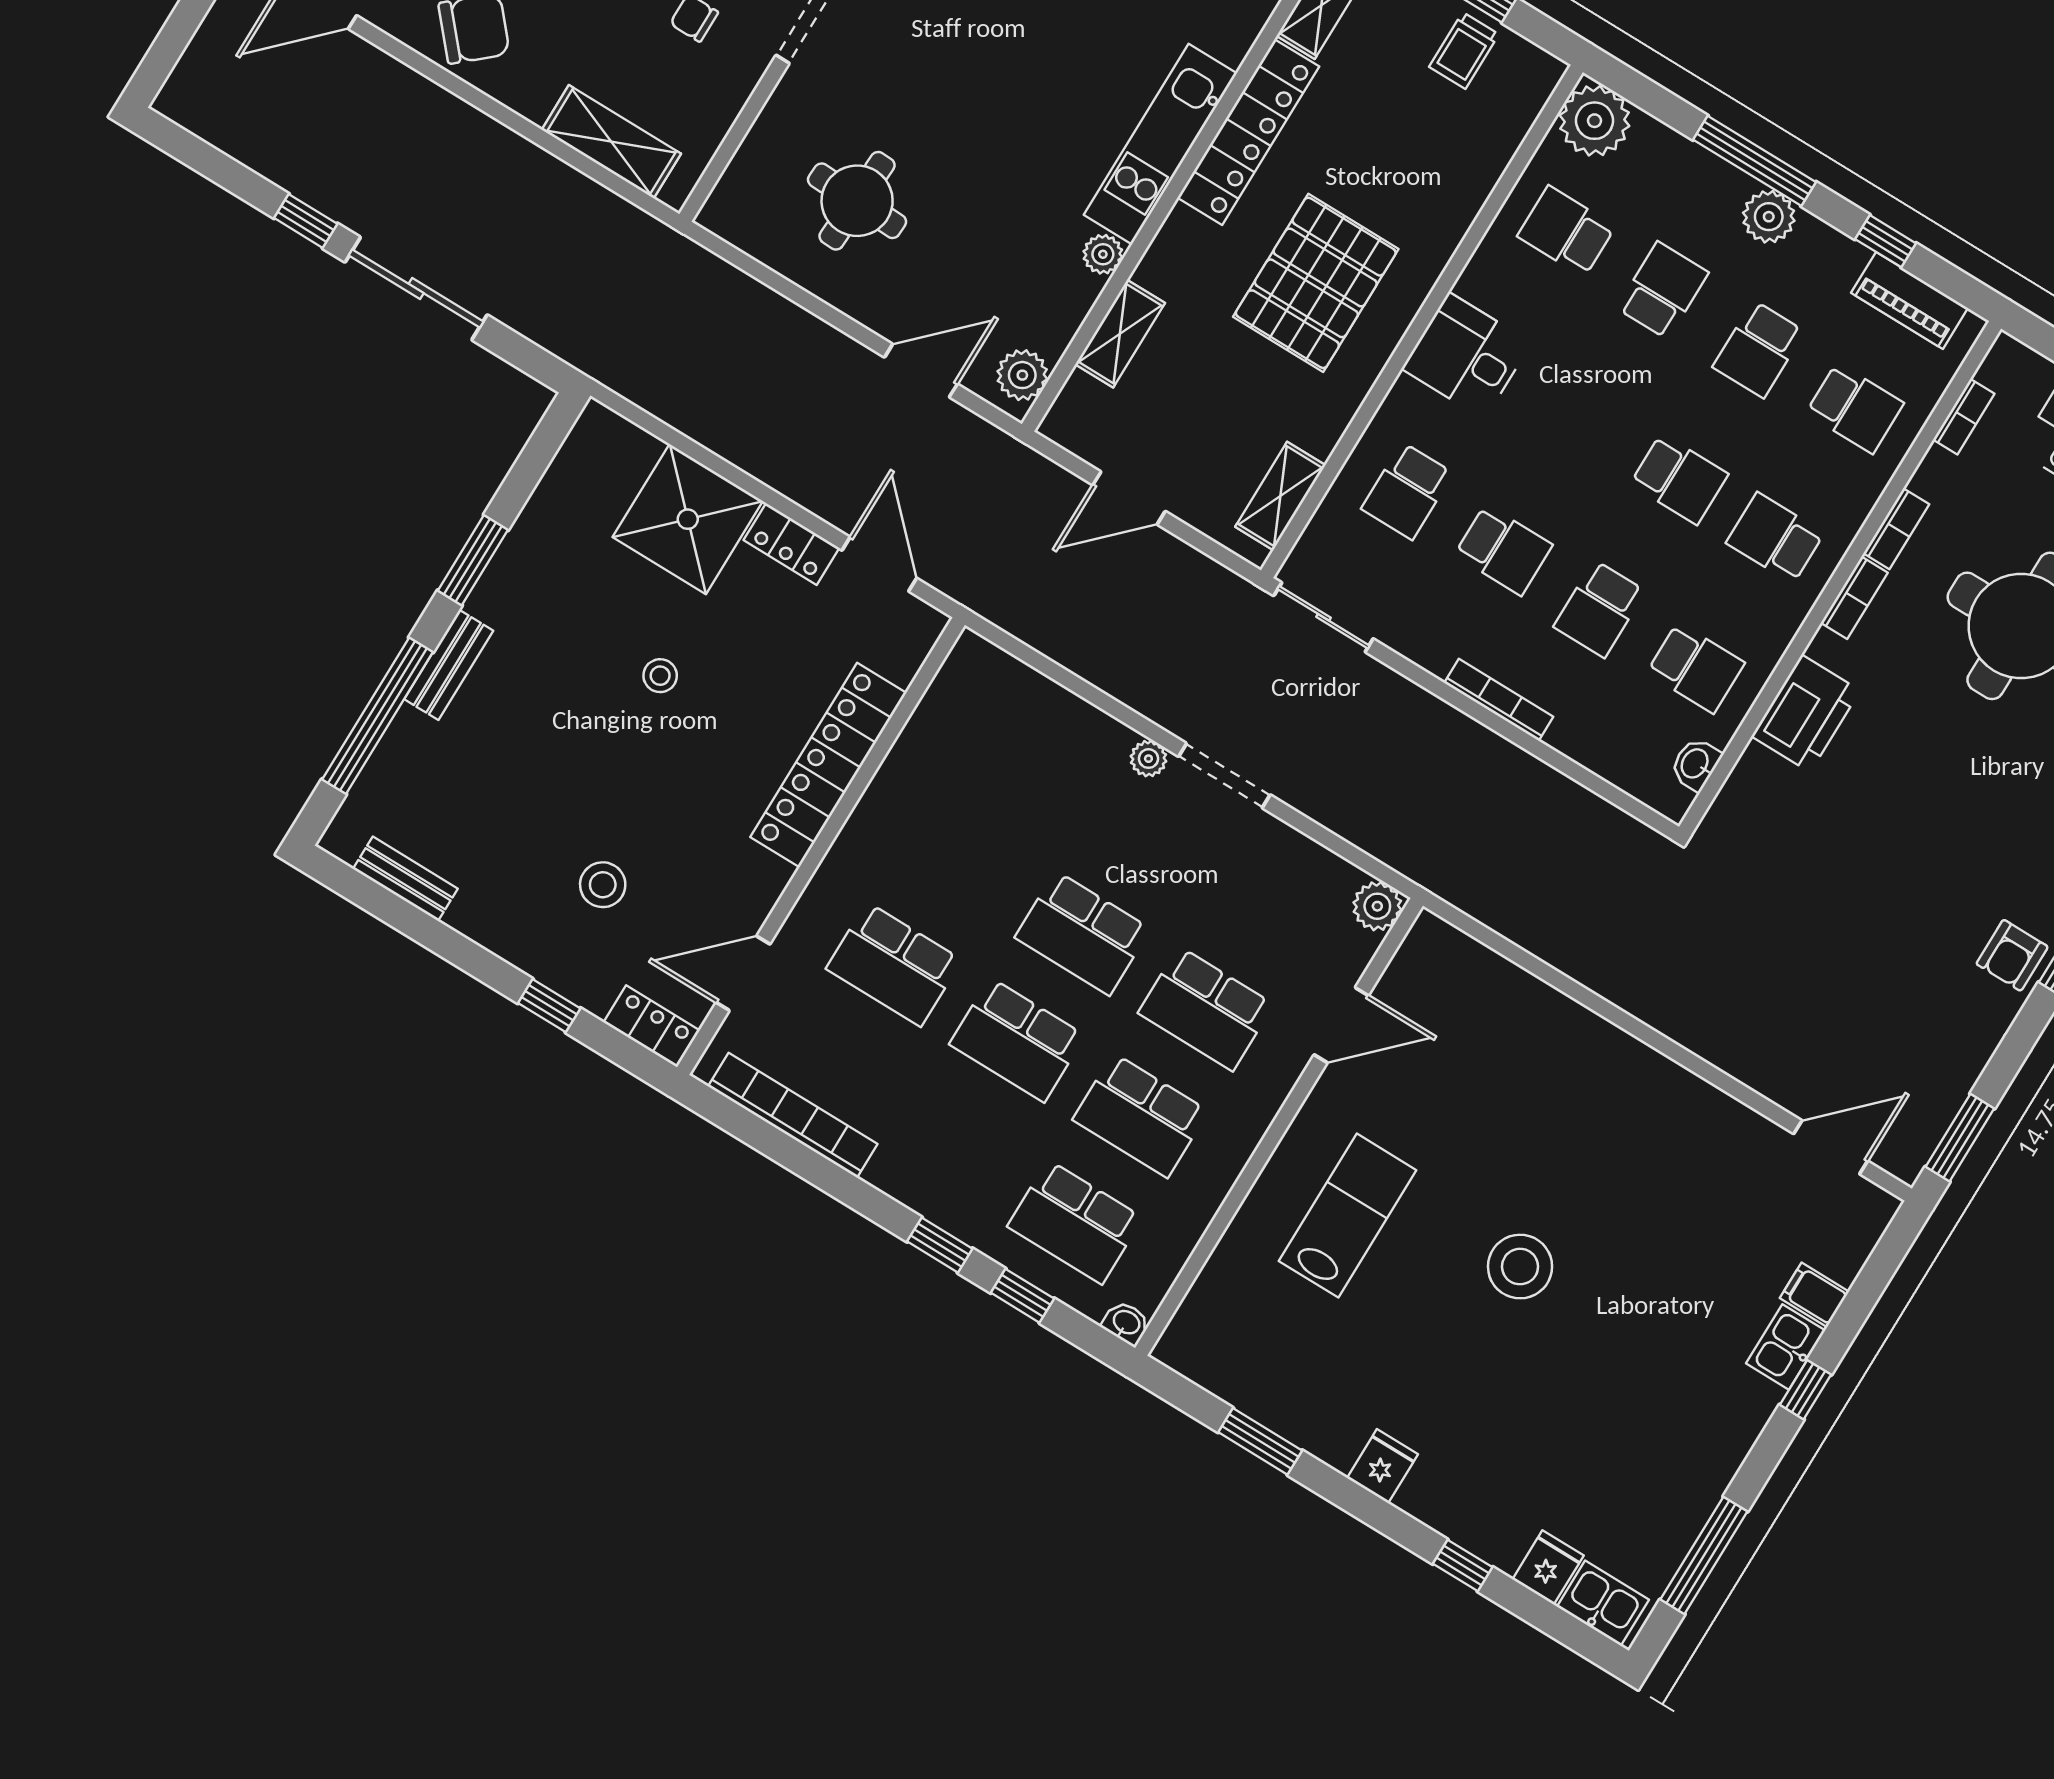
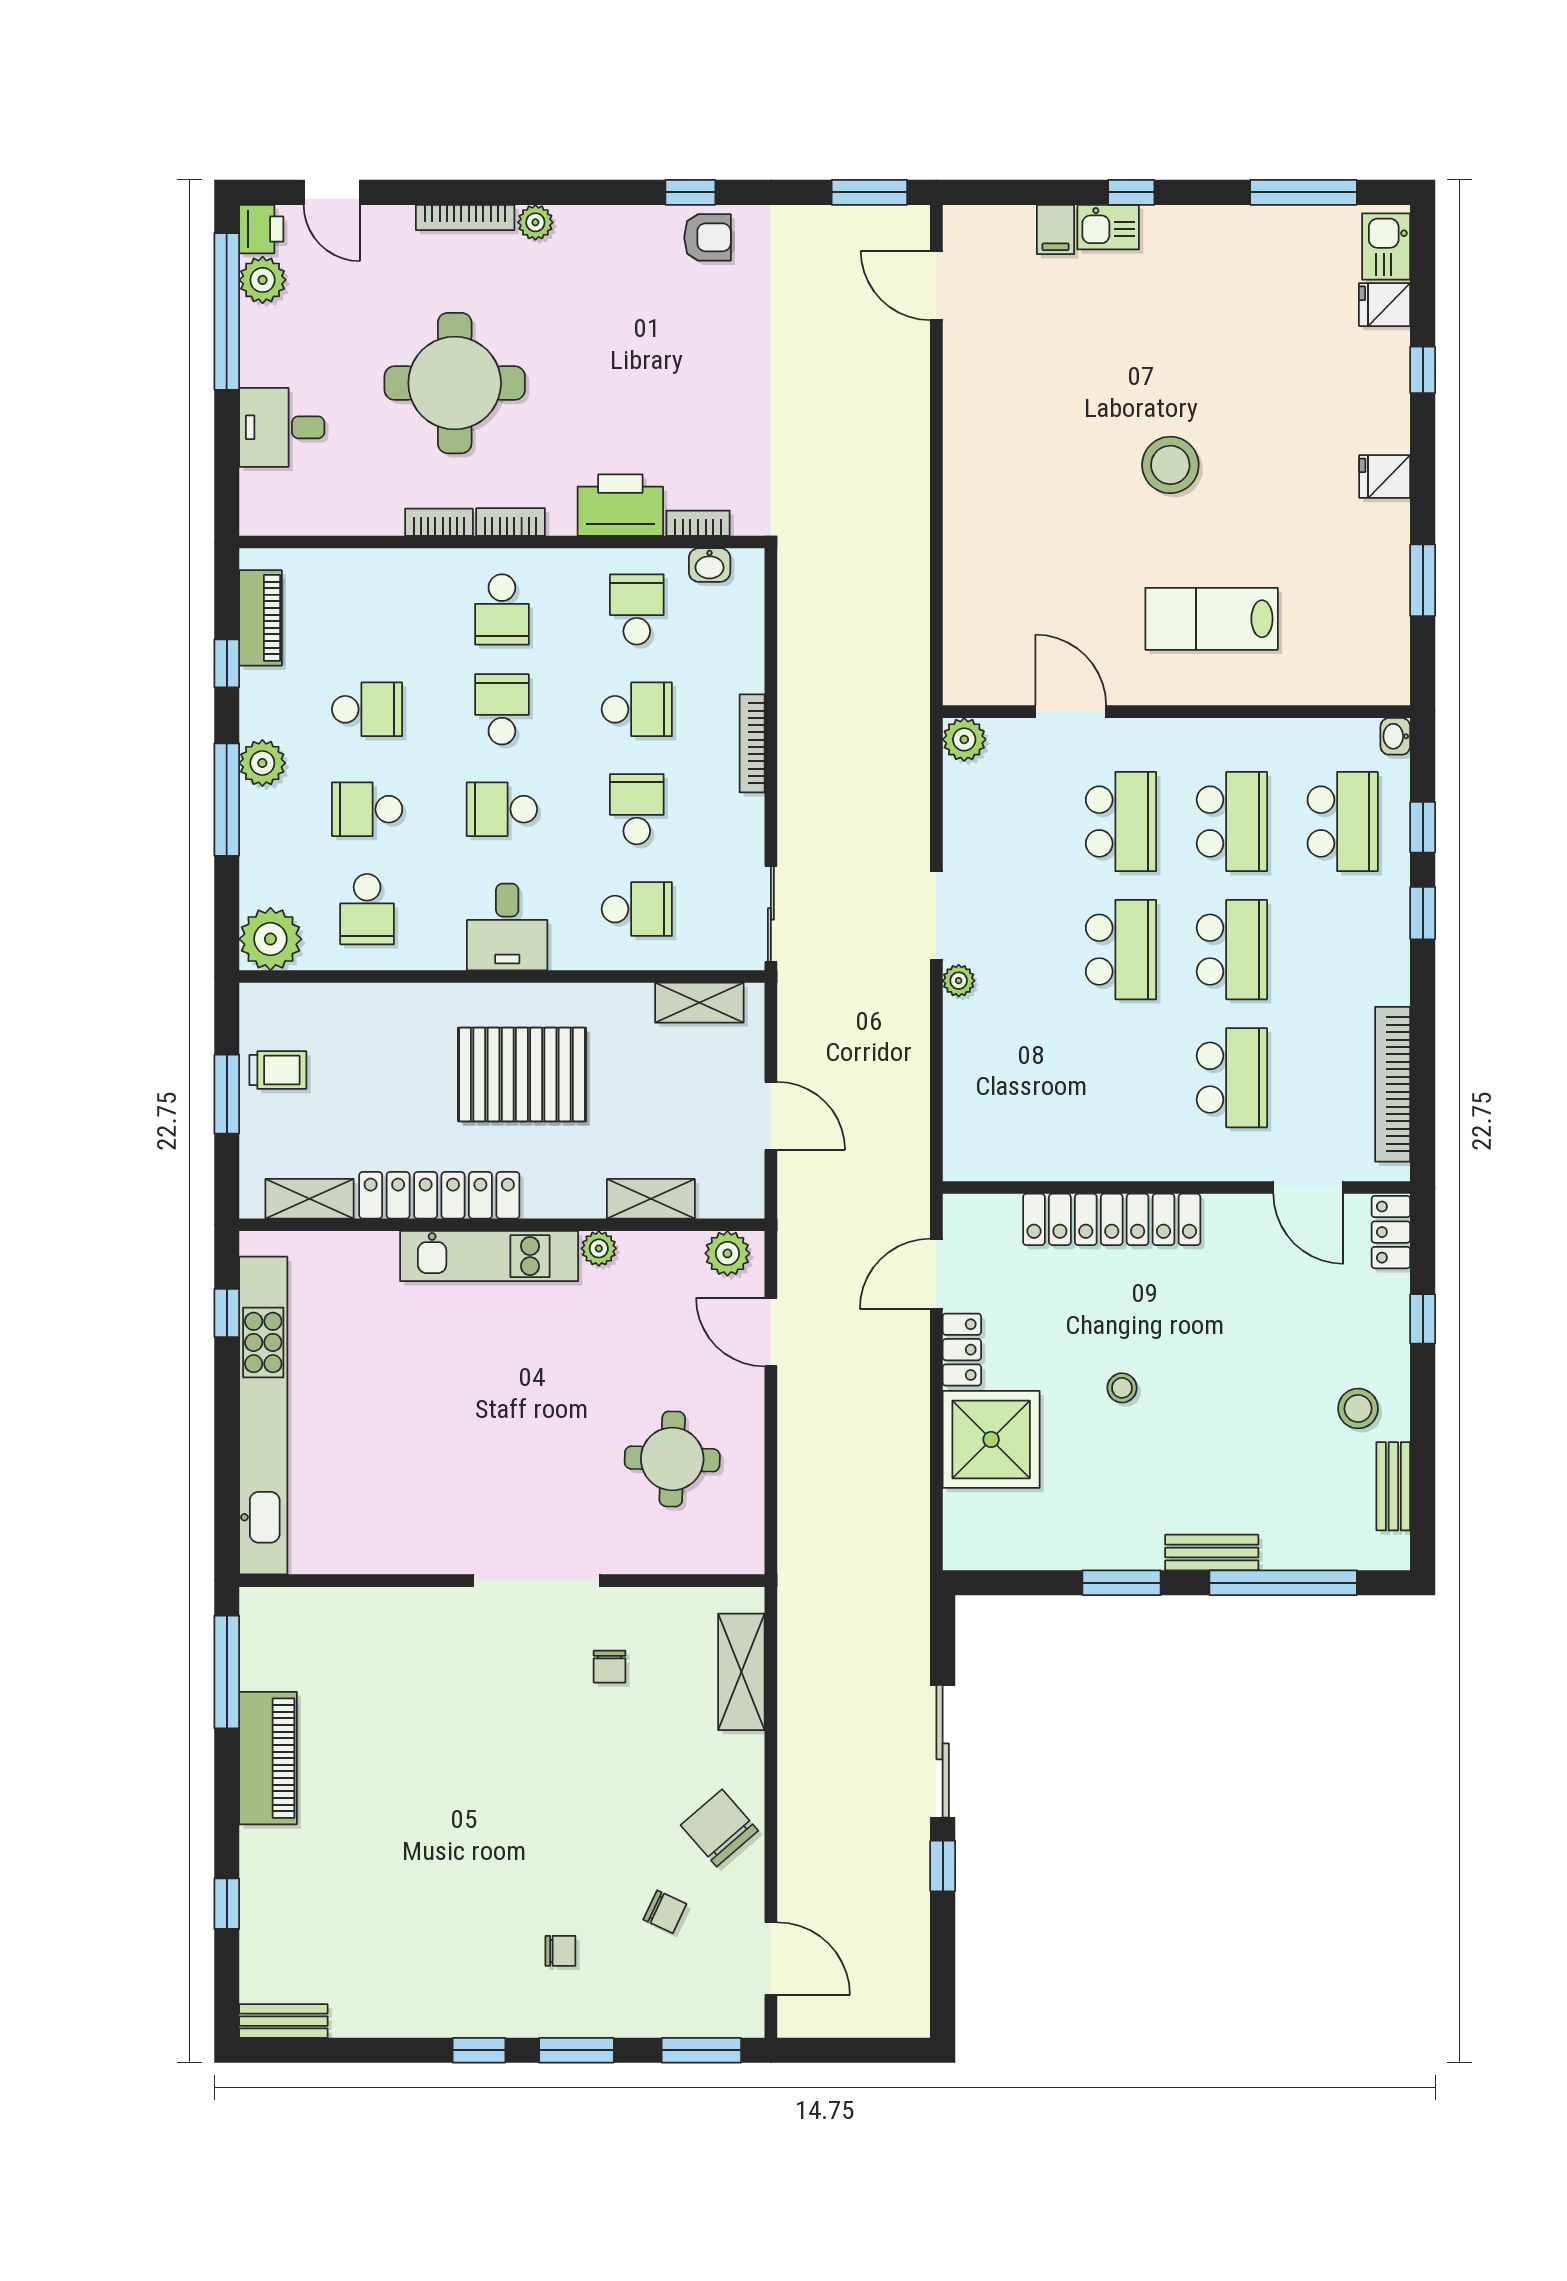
school desk: (1855, 408) -> (502, 809), moved, turned -90
bookcase: (1964, 417) -> (698, 523), moved
stool: (603, 885) -> (1358, 1408), moved

